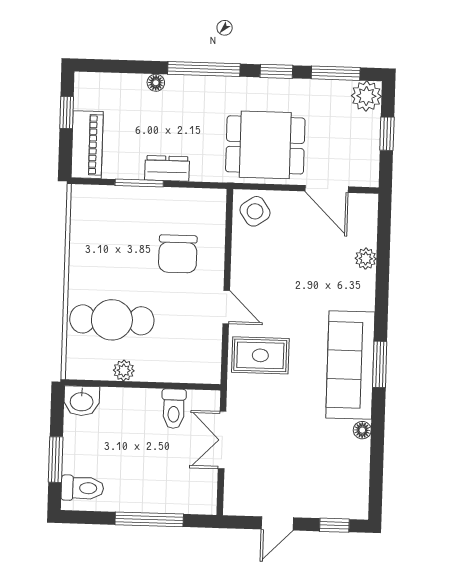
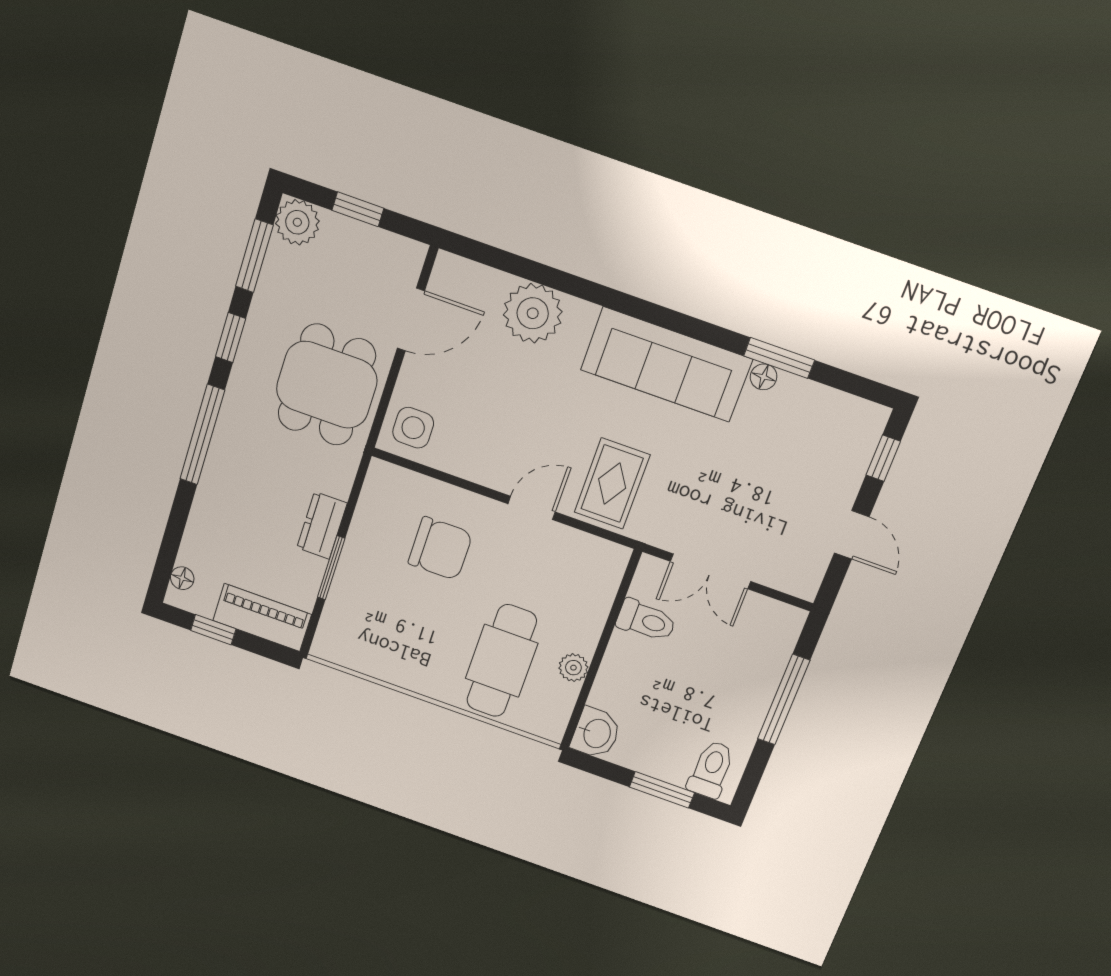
floor lamp: (156, 83) -> (182, 578), moved
side table: (255, 211) -> (413, 428), turned 34
plant: (366, 259) -> (533, 313), width x1.88, depth x1.88
window: (380, 364) -> (779, 358), moved

